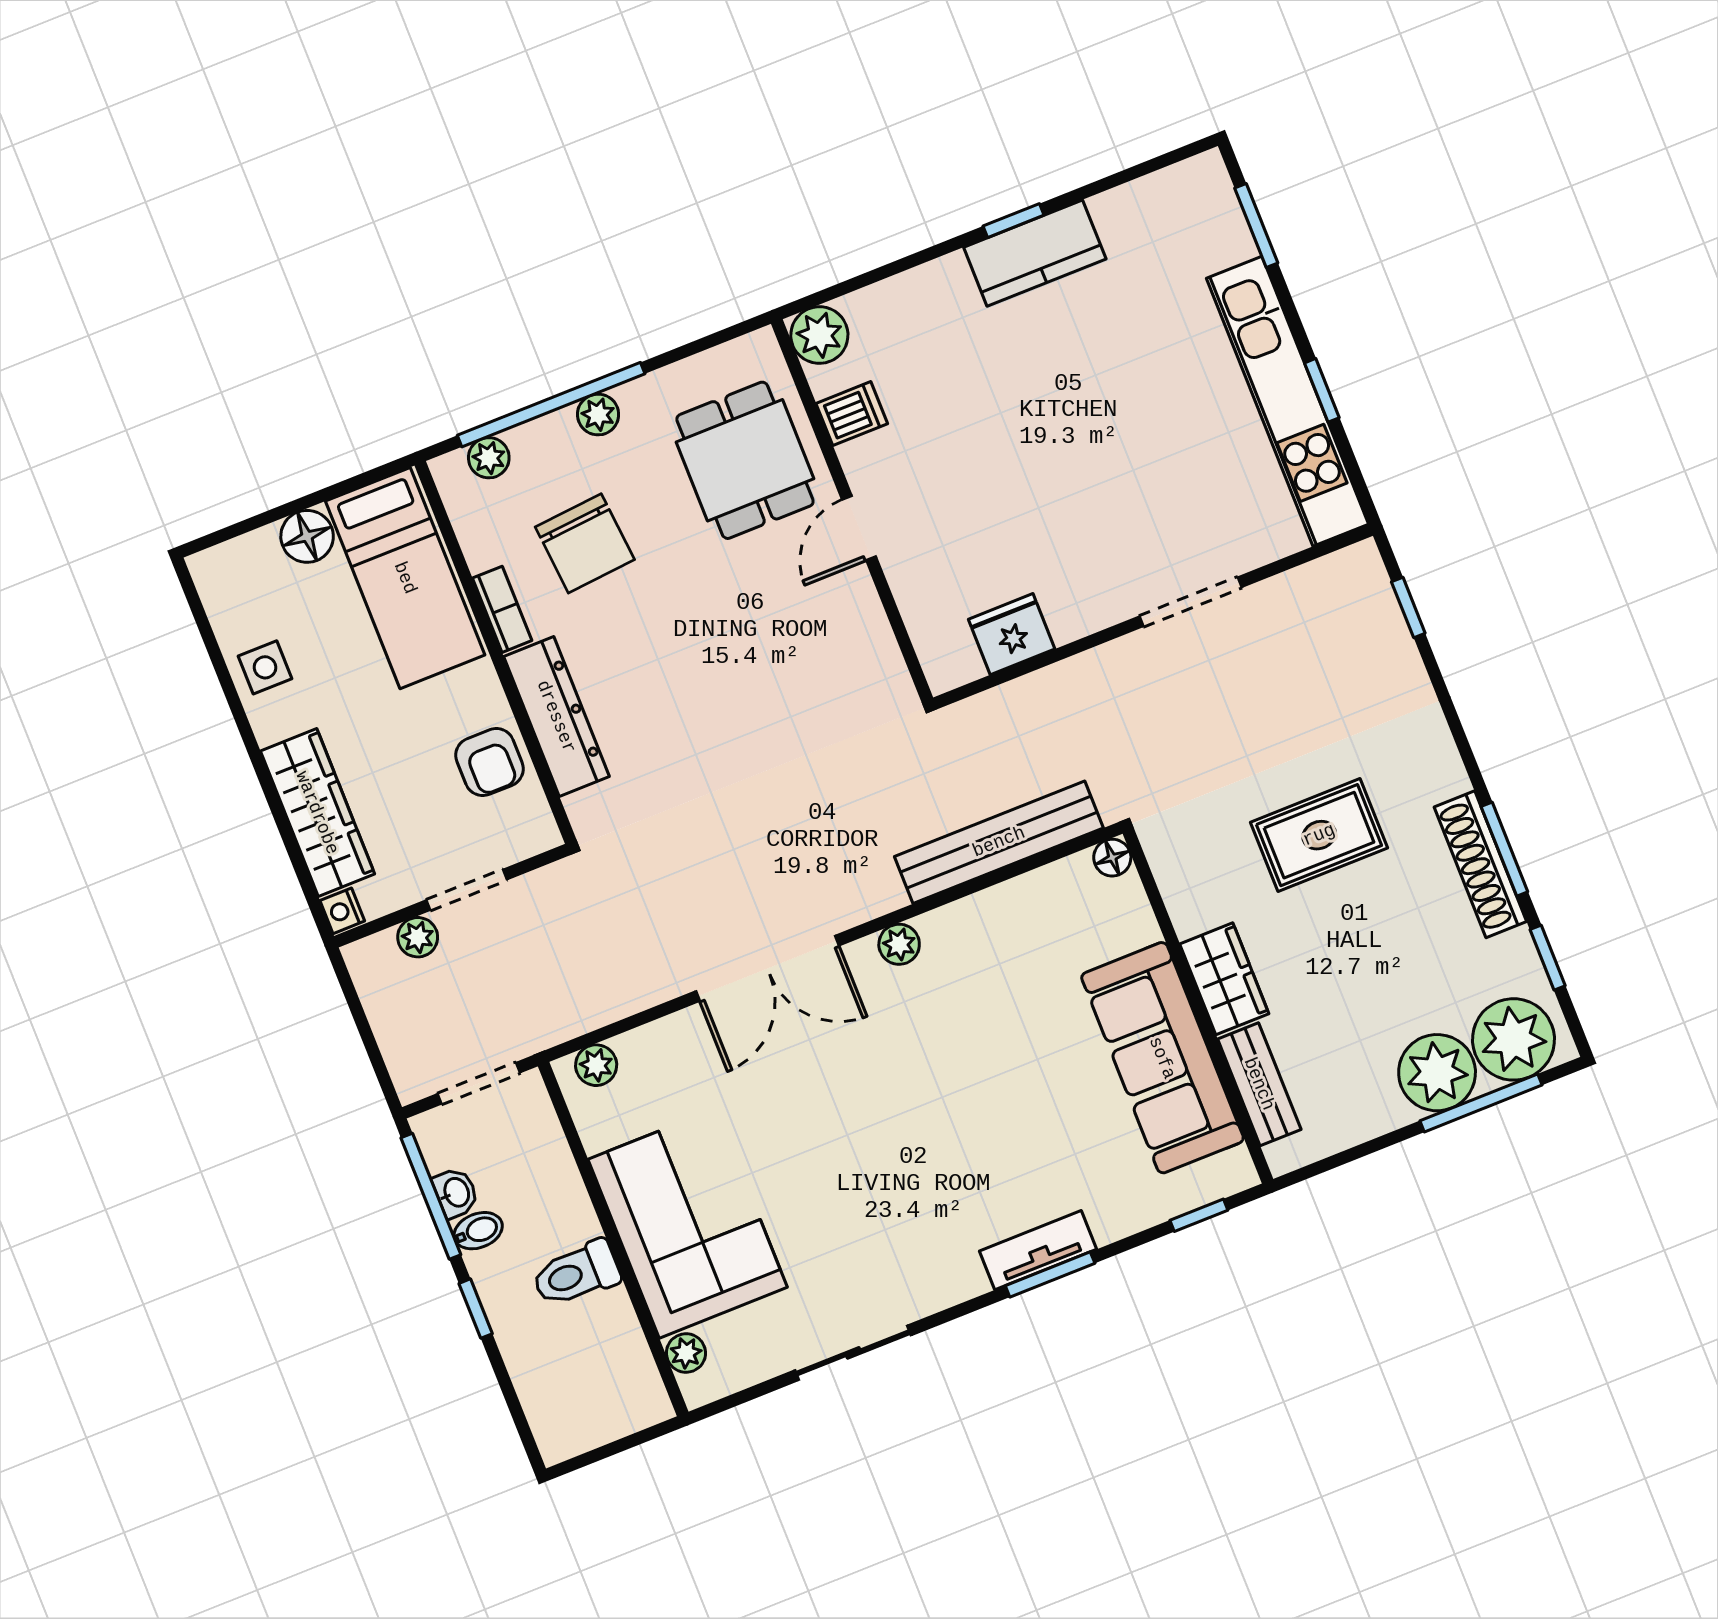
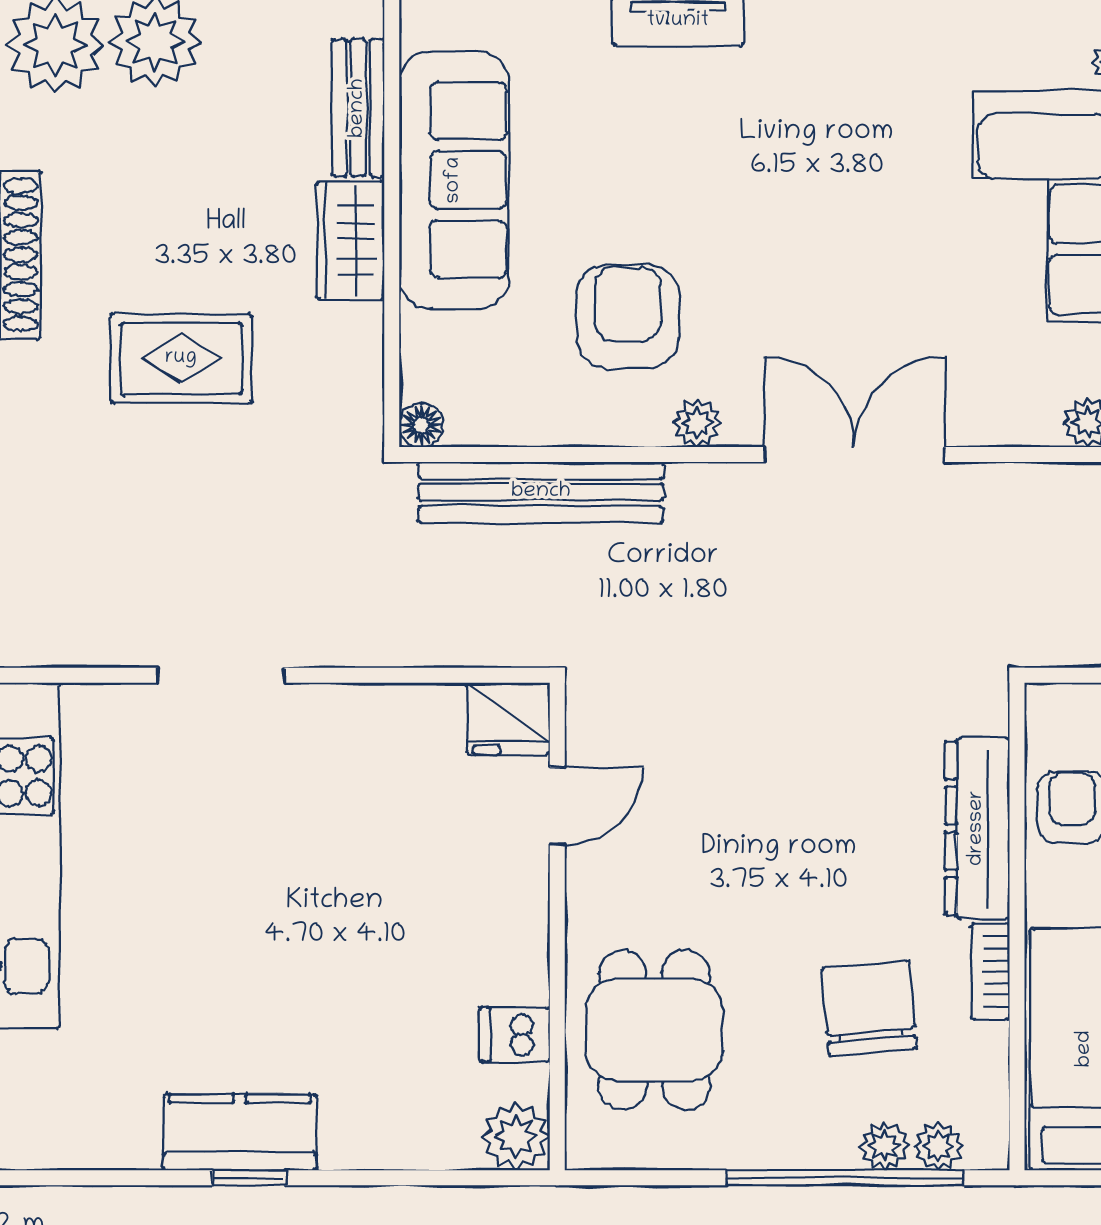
plant: (598, 415) -> (884, 1146), moved
door: (859, 528) -> (557, 806), moved
fridge: (1012, 634) -> (508, 718), moved
armchair: (986, 1006) -> (628, 316), added

